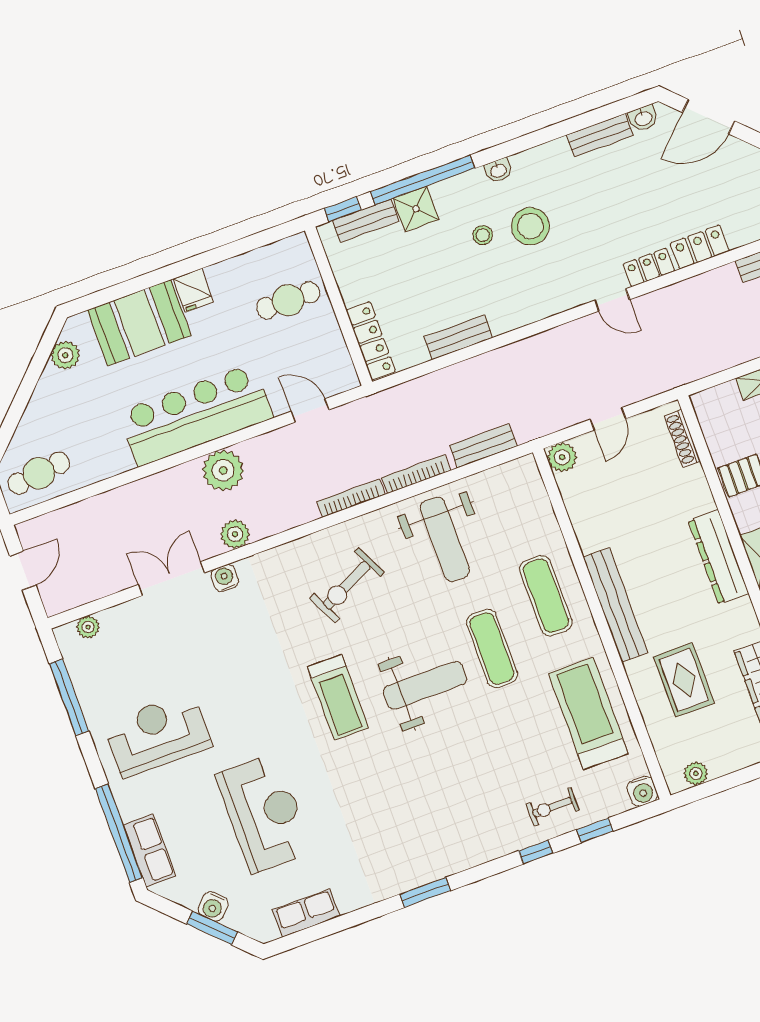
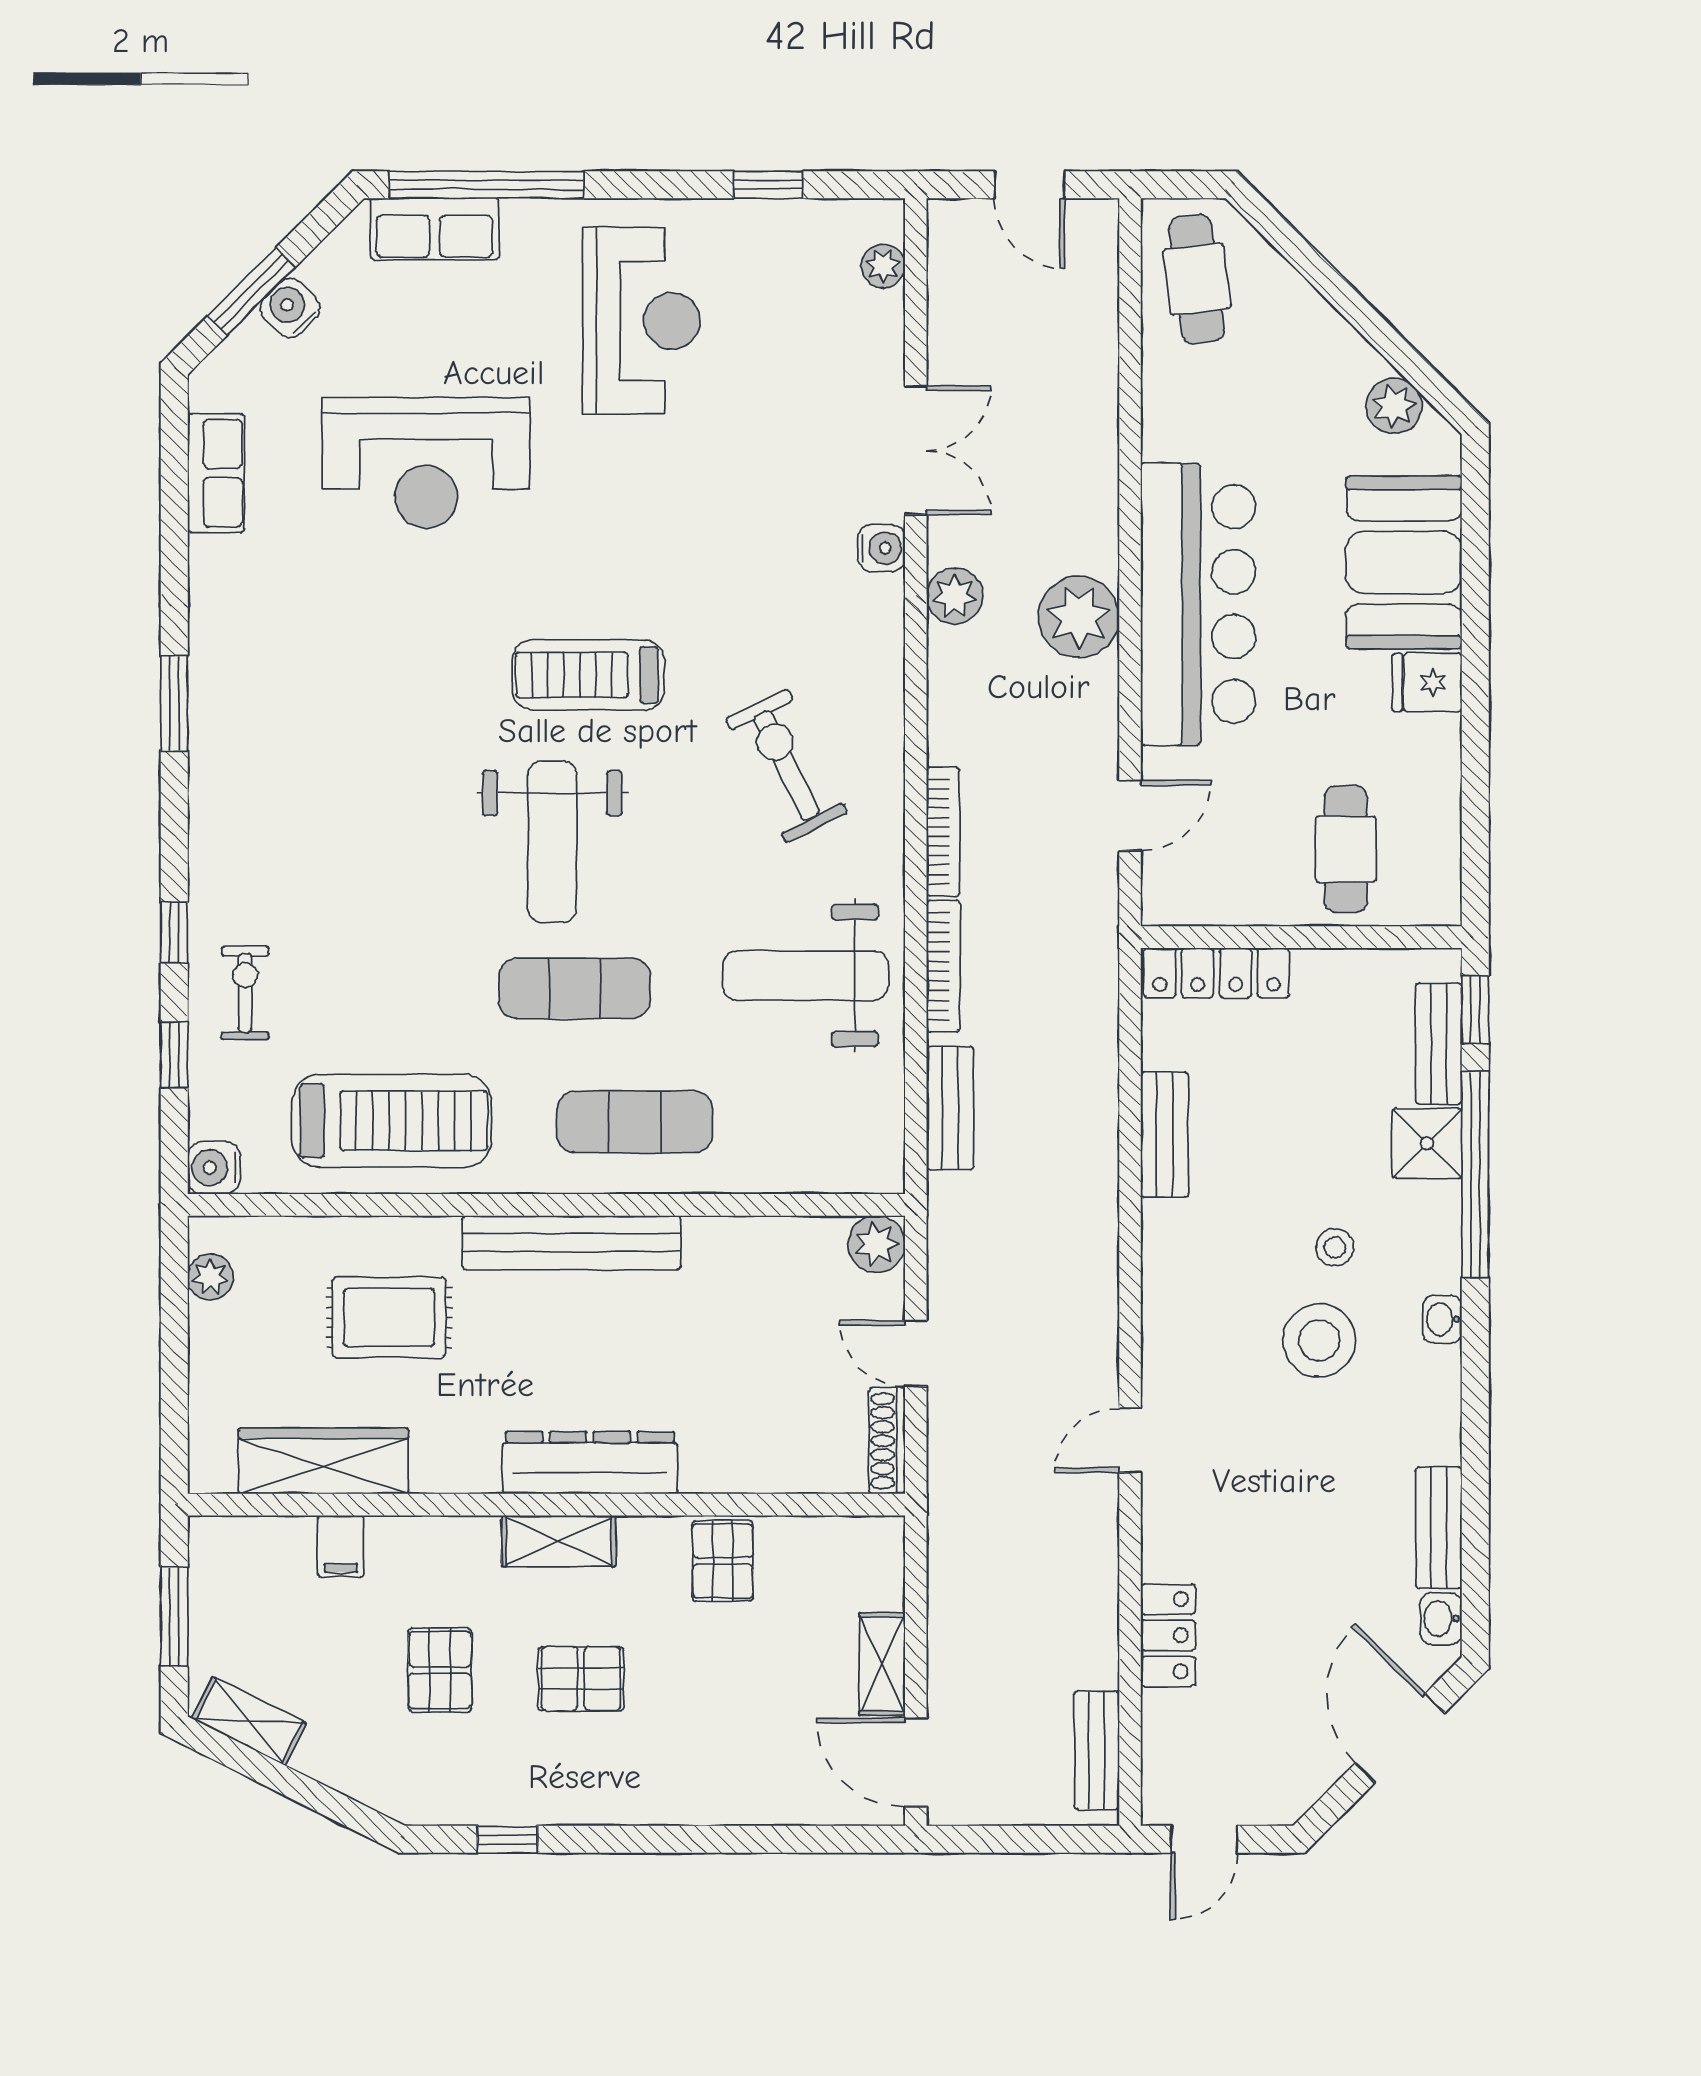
locker: (649, 267) -> (1165, 1529), removed
shoe rack: (682, 439) -> (887, 1441), moved, turned -90
window: (69, 697) -> (768, 185), width x0.46

